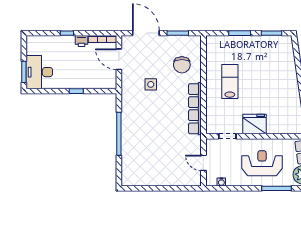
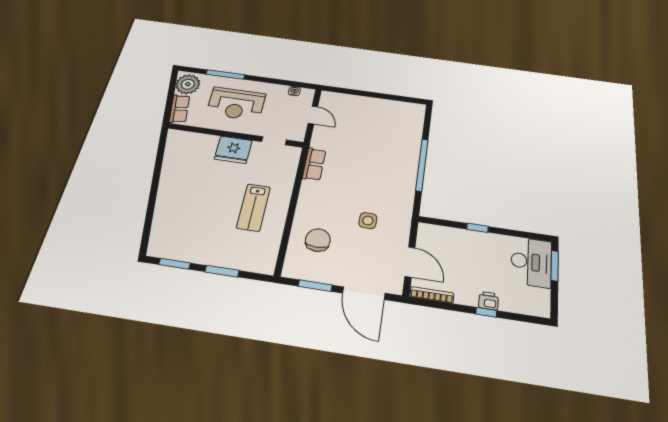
printer: (81, 41) -> (488, 301), moved
row of seats: (195, 109) -> (314, 164), width x0.50

